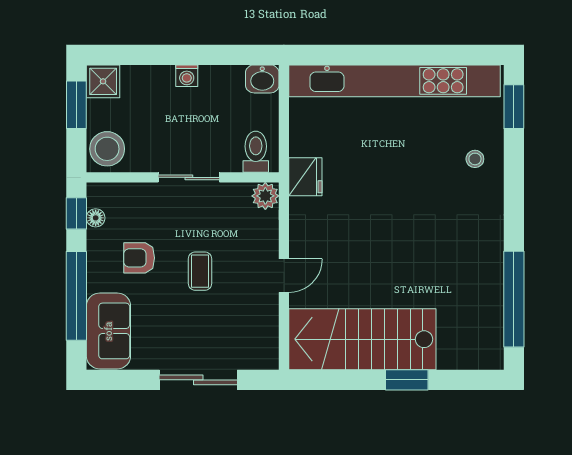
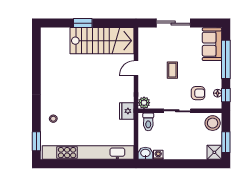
washing machine: (187, 76) -> (158, 155), moved
armchair: (139, 258) -> (198, 93), moved
window: (514, 299) -> (36, 58), removed

